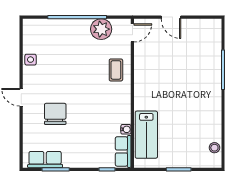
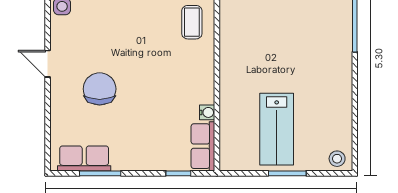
lab bench: (146, 135) -> (277, 129), moved
stool: (214, 148) -> (337, 159), moved

